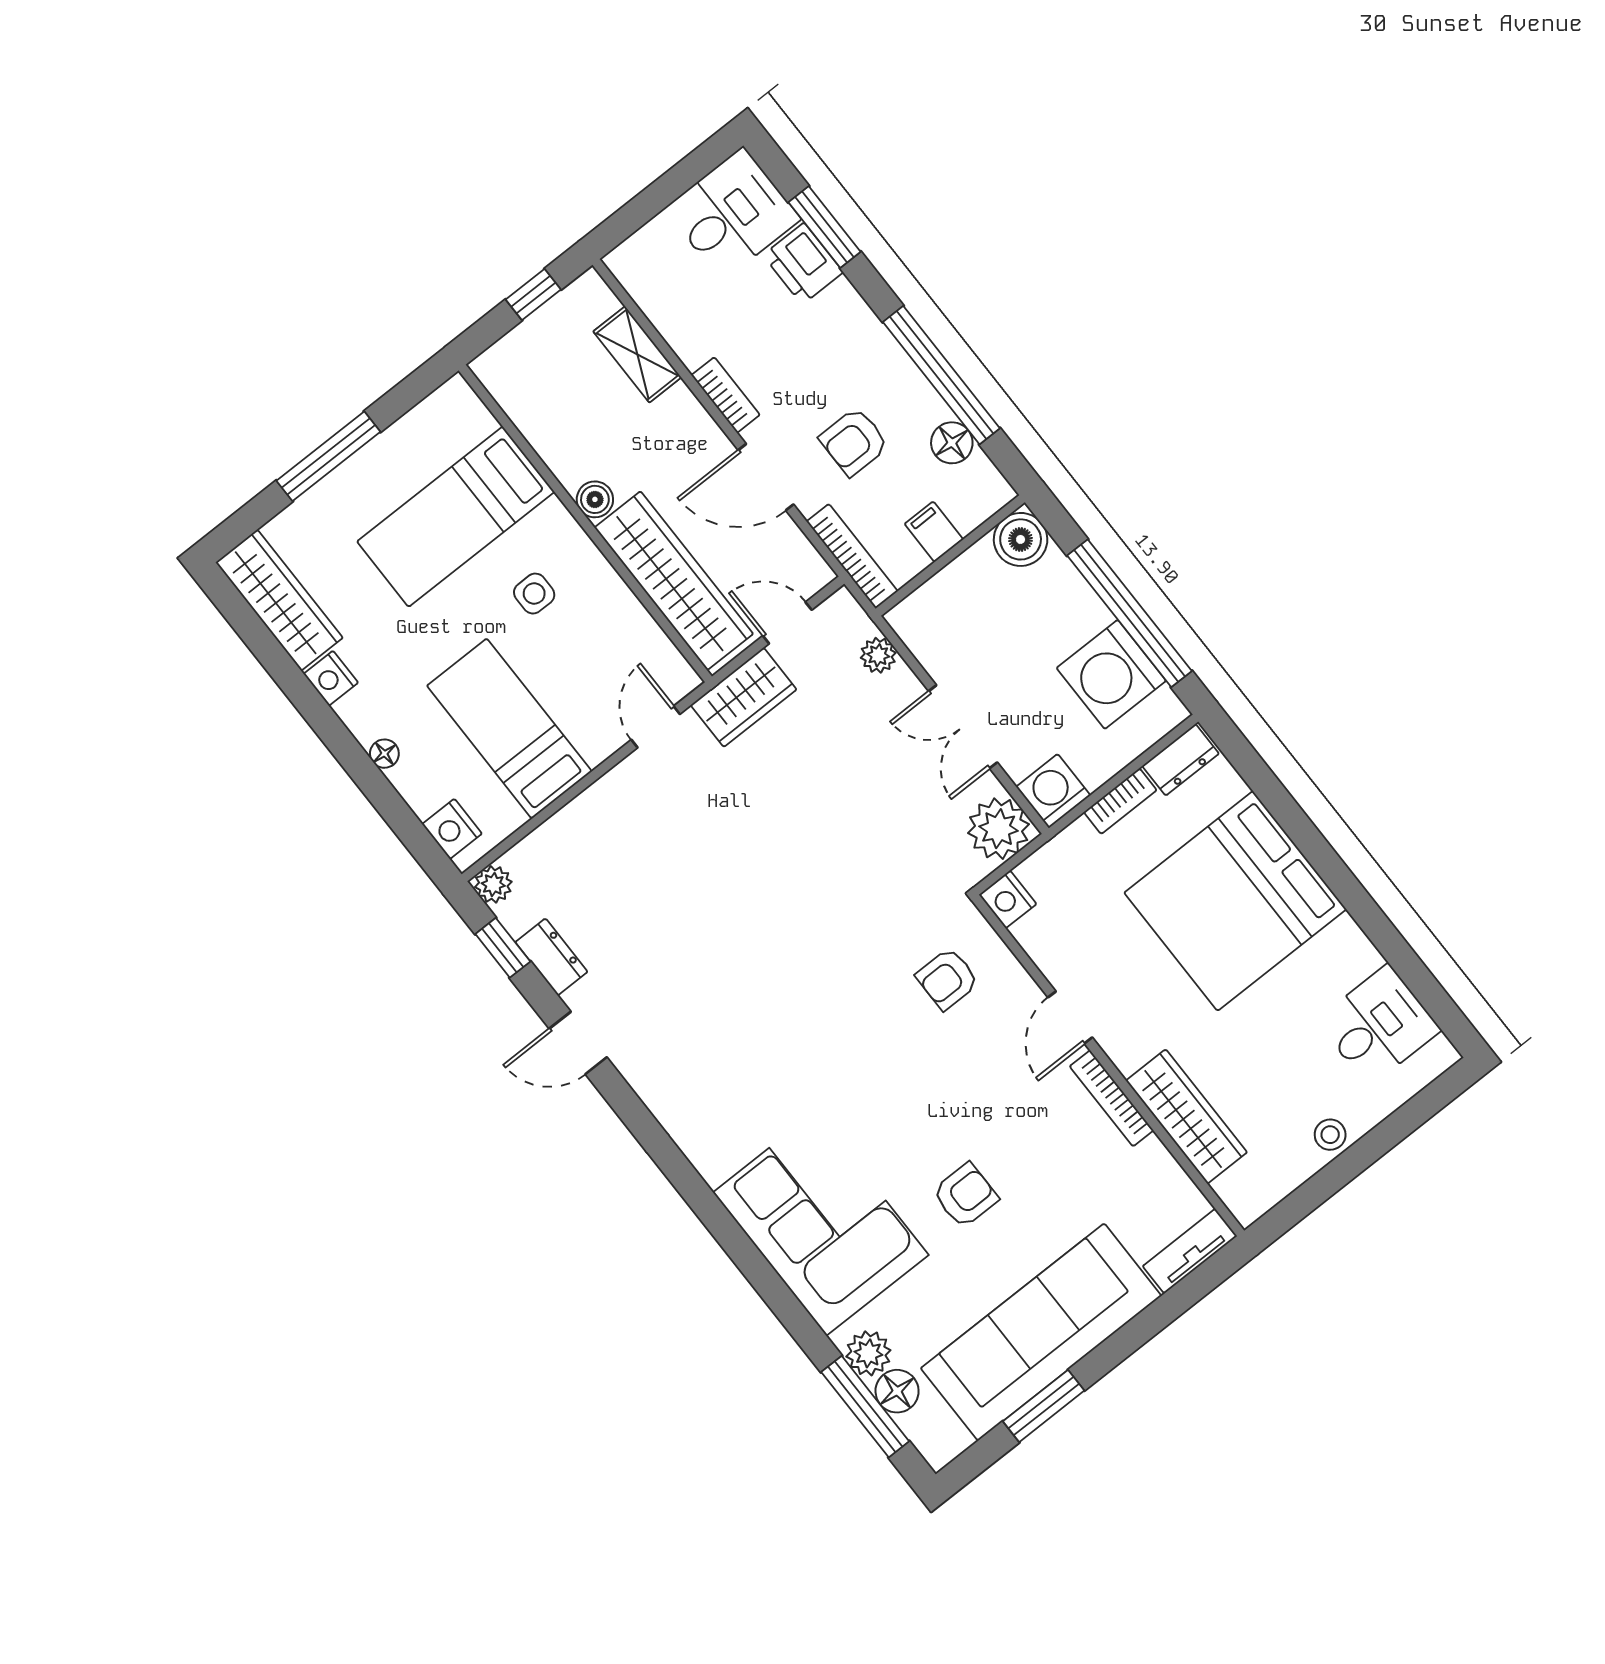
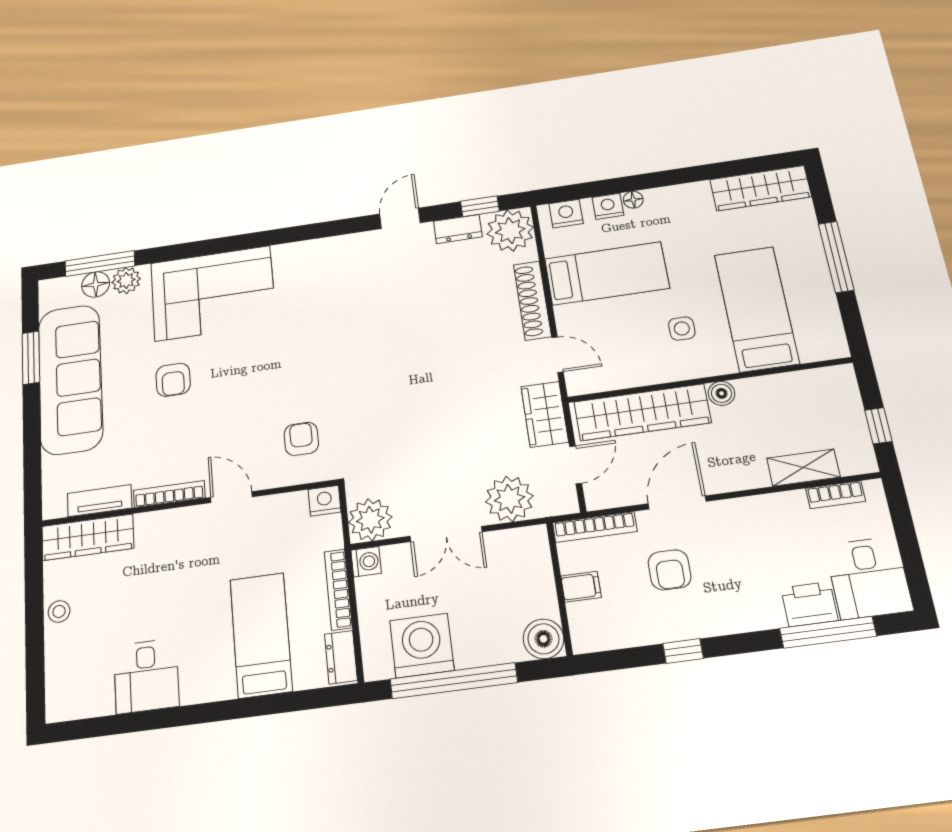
window: (824, 227) -> (828, 632), width x1.44
window: (941, 375) -> (683, 651), width x0.32
bookcase: (725, 395) -> (836, 495), moved
armchair: (854, 442) -> (670, 570), turned 180
floor lamp: (952, 443) -> (633, 632), removed
plant: (878, 655) -> (509, 499), width x1.88, depth x1.88
nightstand: (331, 678) -> (608, 206), moved
double door: (963, 727) -> (446, 534), swing flipped
washing machine: (1053, 791) -> (366, 562), width x0.73, depth x0.73
shoe rack: (599, 801) -> (532, 301), added
bookcase: (1120, 801) -> (338, 590), width x1.56
plant: (493, 884) -> (510, 231), width x1.88, depth x1.88
bed: (1235, 901) -> (261, 635), width x0.49
desk: (1378, 1025) -> (146, 676), moved
wardrobe: (1186, 1117) -> (88, 537), moved
tv unit: (1190, 1251) -> (100, 501), moved, turned -90

